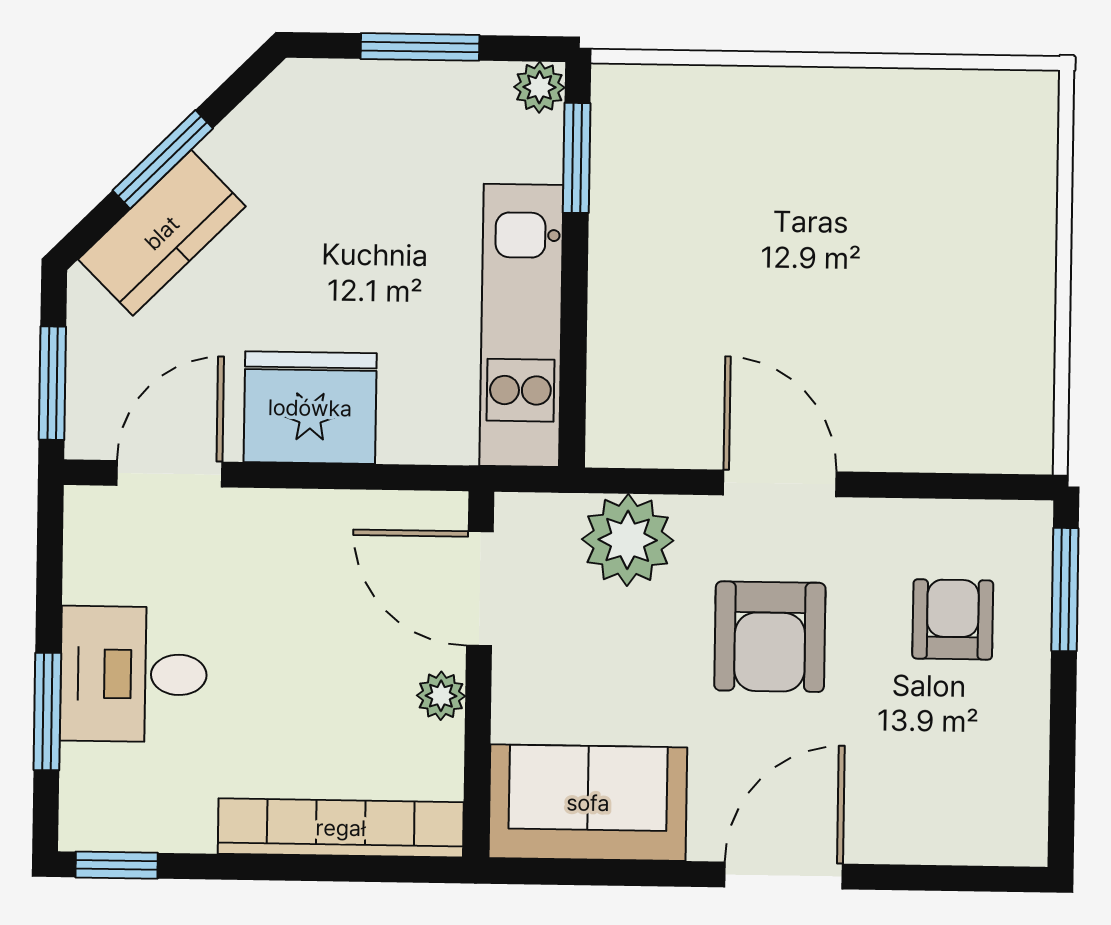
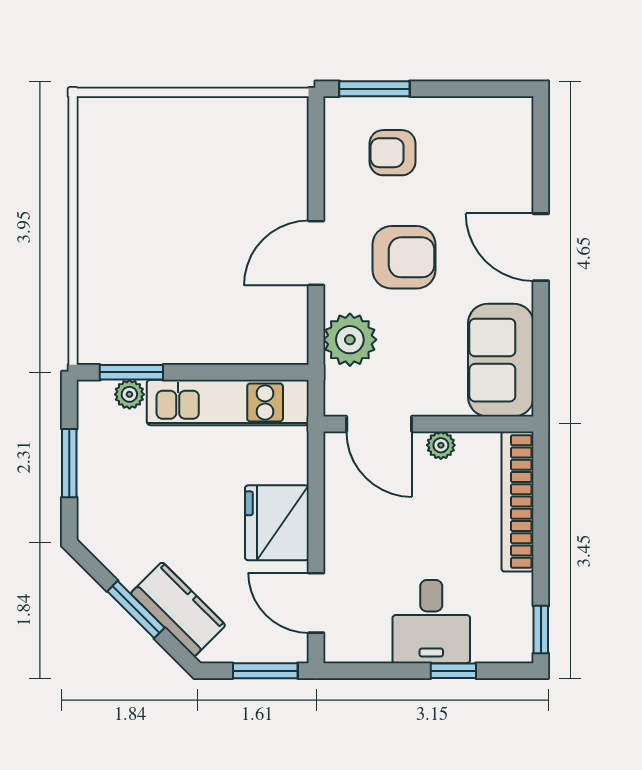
plant: (539, 87) -> (129, 394), moved
door: (480, 589) -> (379, 424), hinge flipped
window: (47, 711) -> (453, 671), width x0.67

